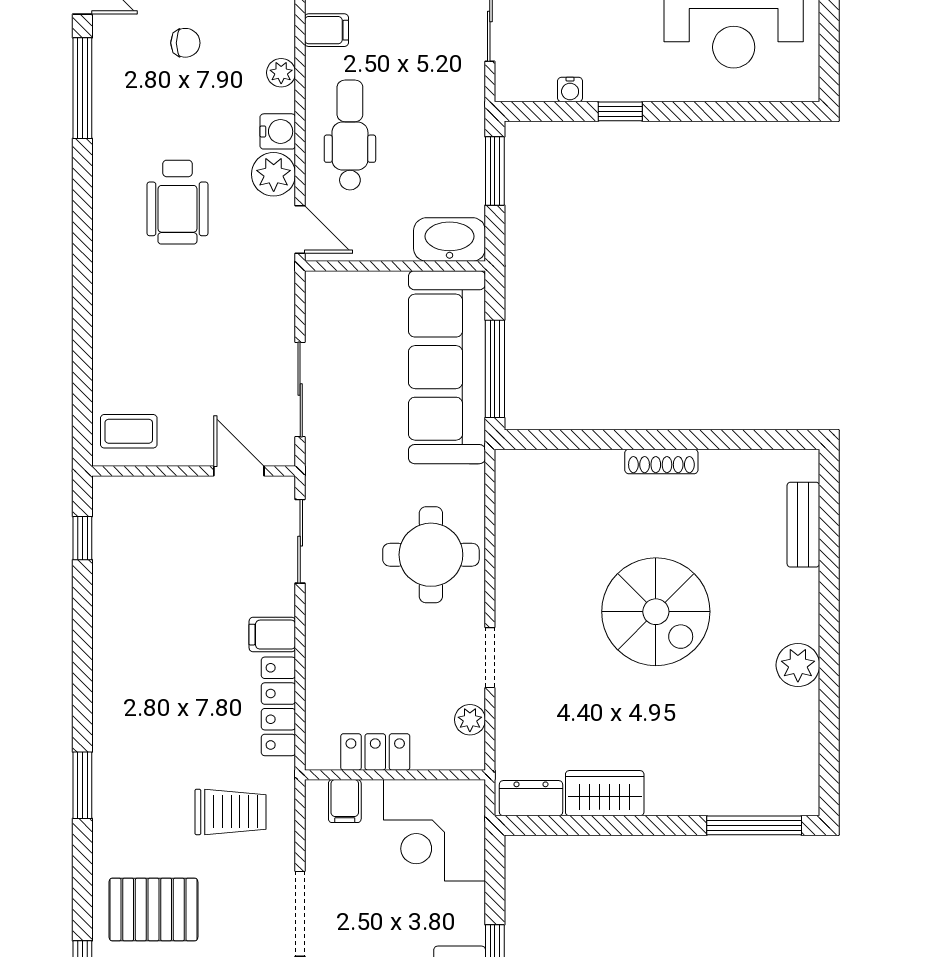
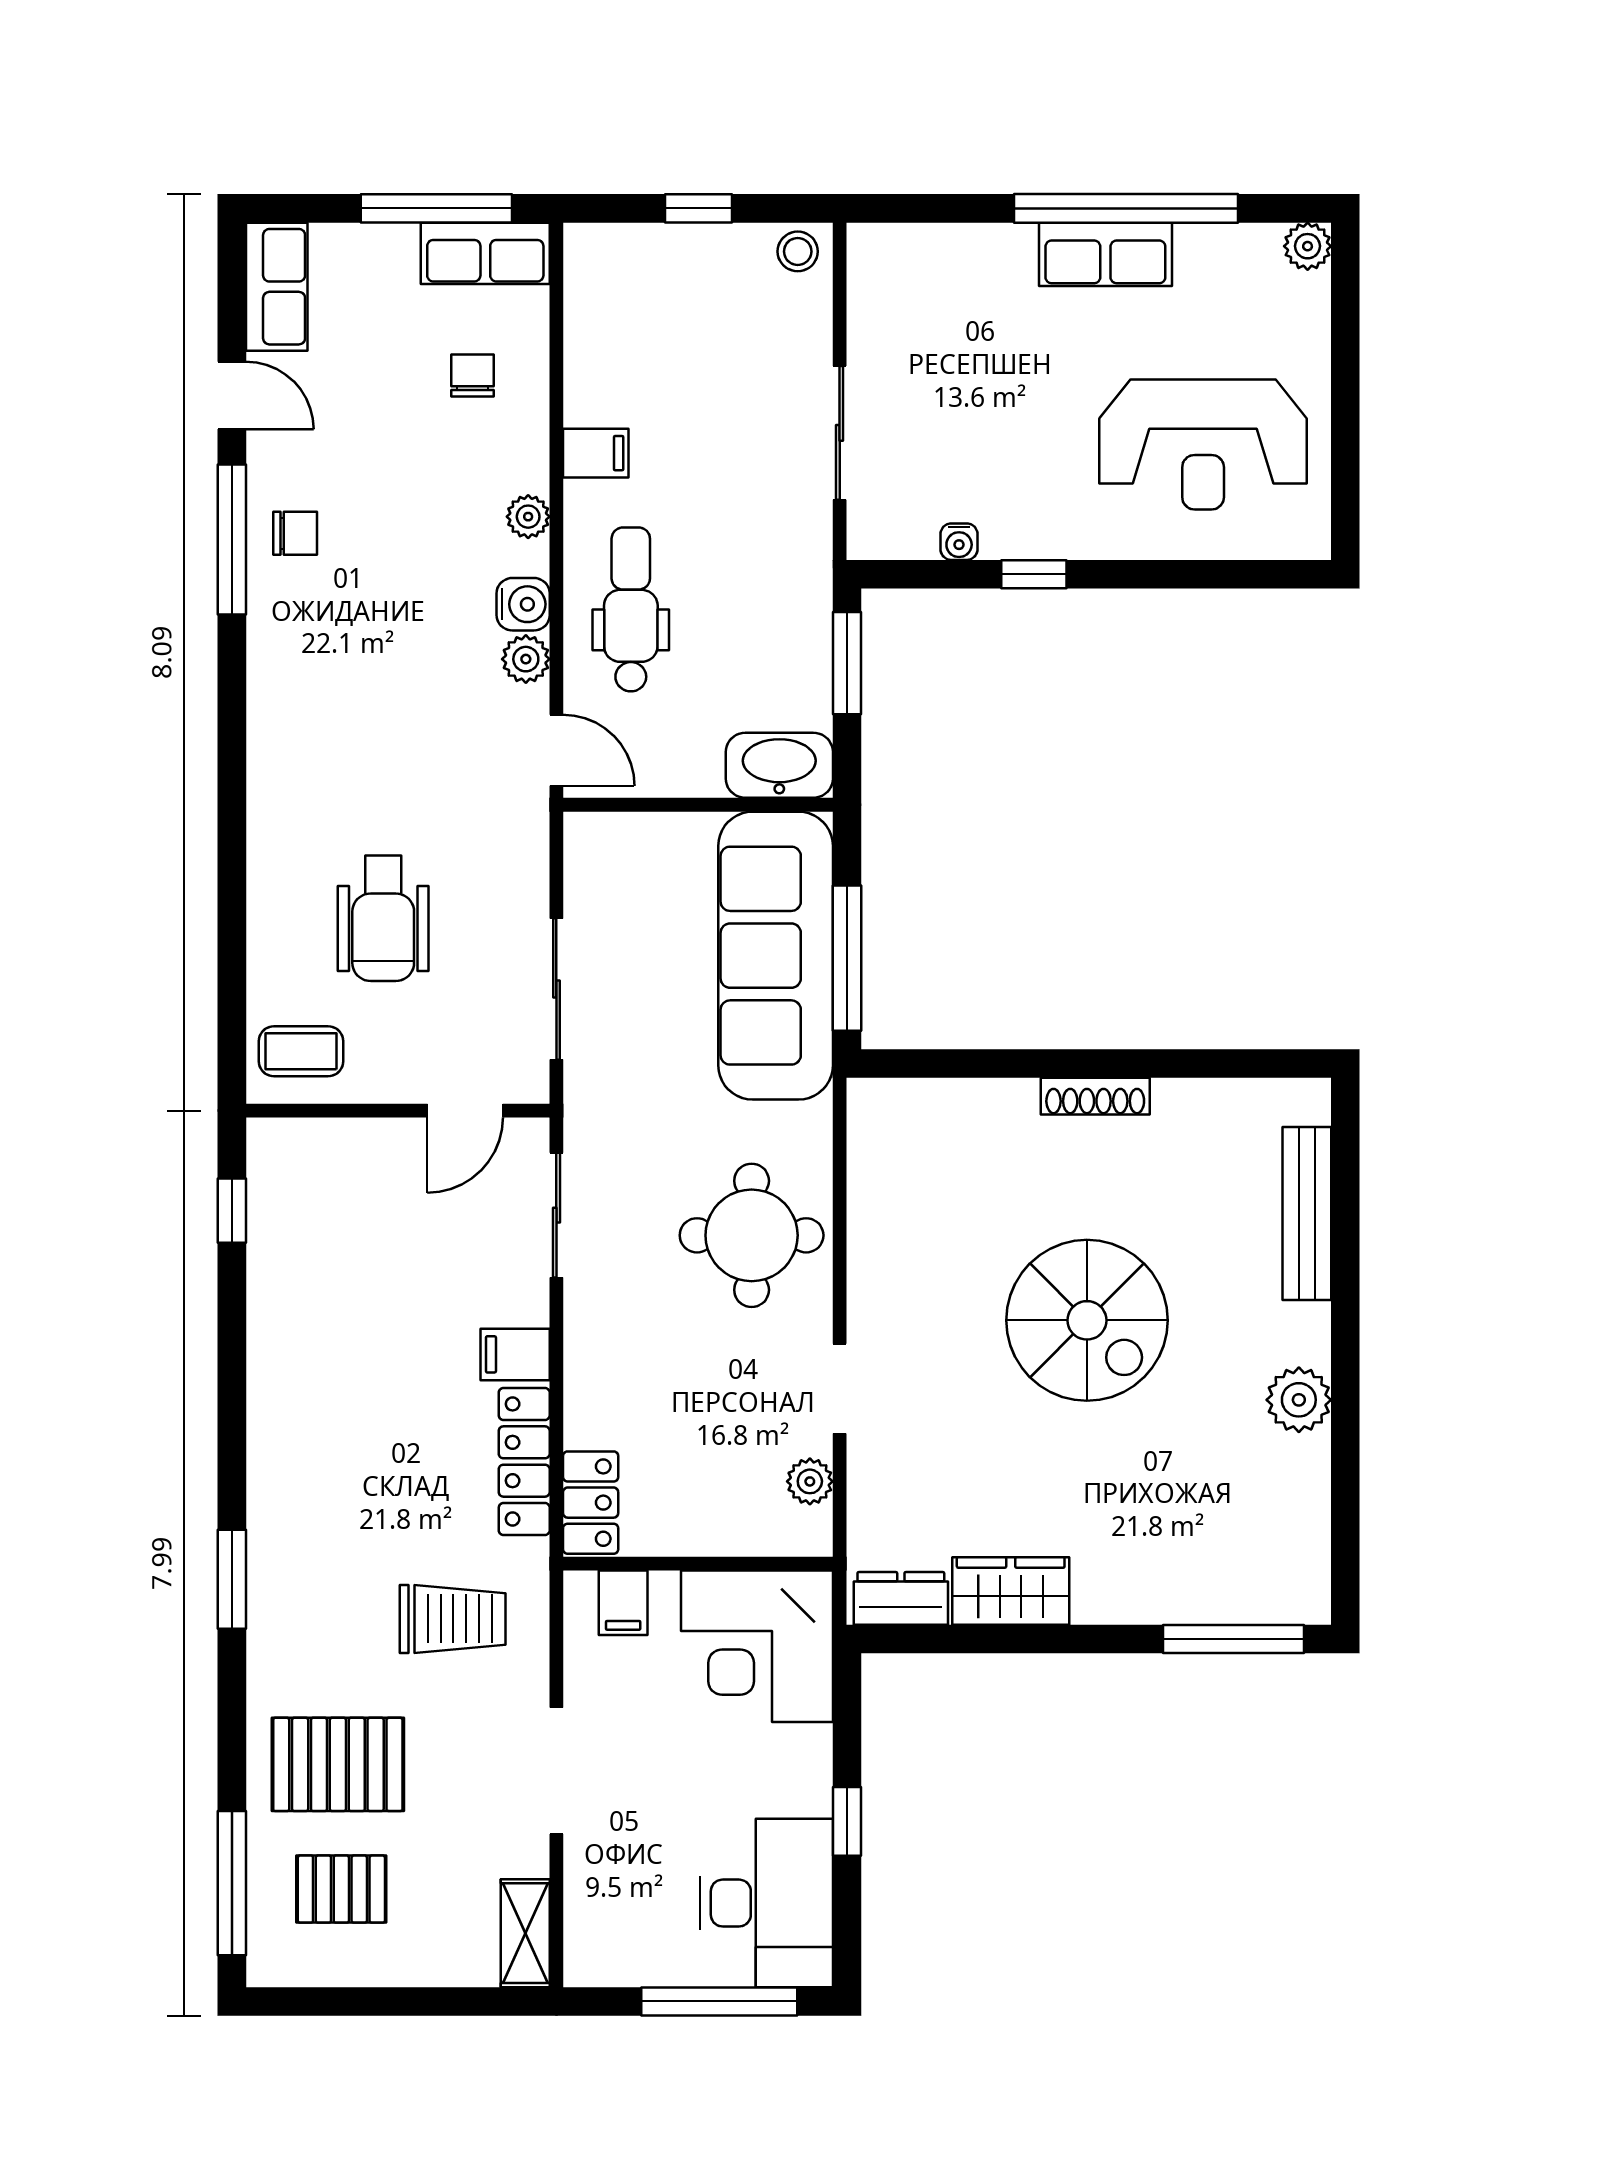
chair: (185, 43) -> (295, 533), moved
plant: (274, 174) -> (526, 659), width x0.73, depth x0.73
wheelchair: (177, 202) -> (383, 918), moved
door: (239, 471) -> (465, 1111), swing flipped
bench: (803, 525) -> (1307, 1214), width x1.36
locker: (375, 752) -> (591, 1503), moved, turned 90

